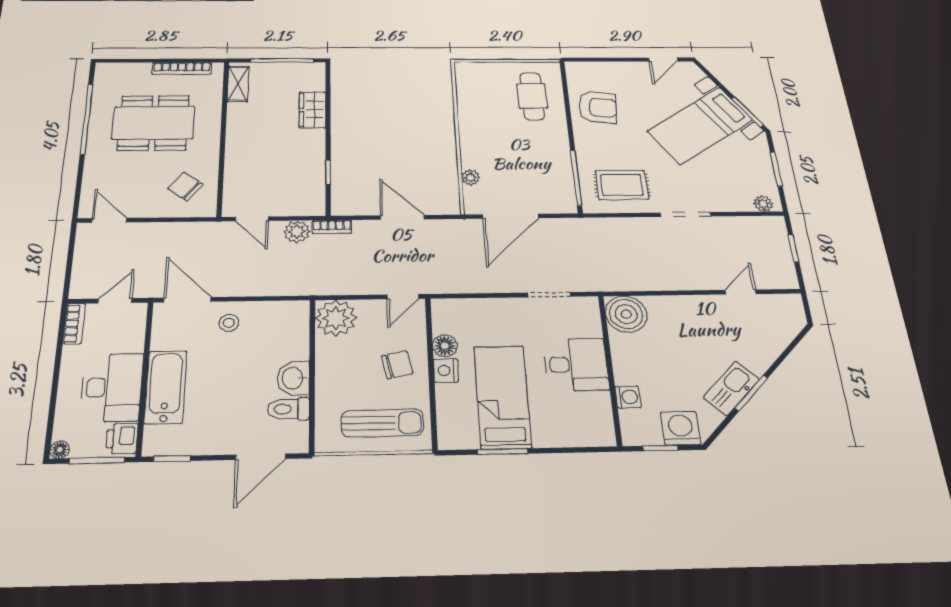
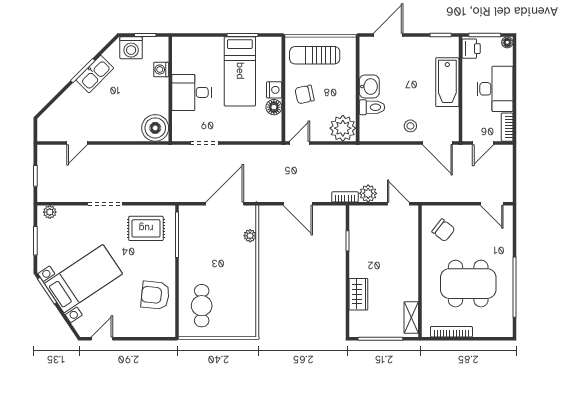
desk: (112, 387) -> (495, 89), moved, turned 180
toilet: (288, 409) -> (372, 107), moved

